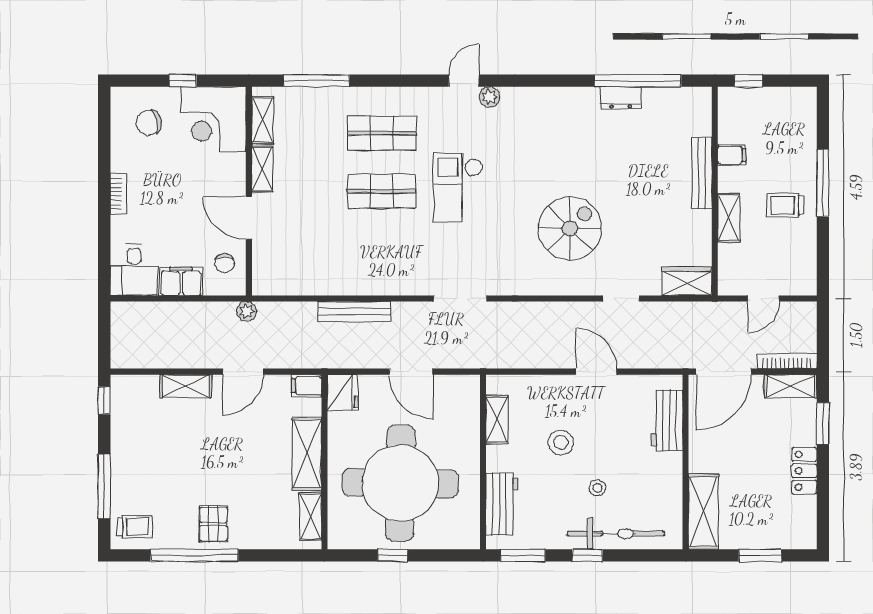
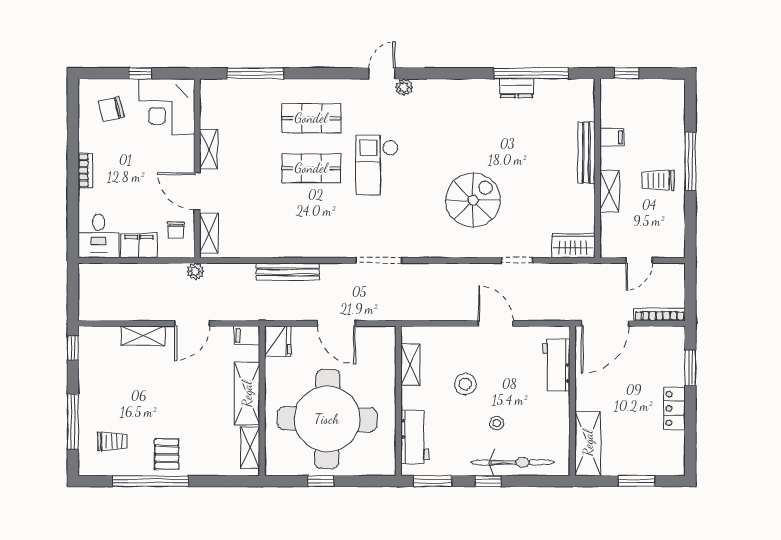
shelving: (263, 120) -> (209, 233), moved
shelving: (791, 386) -> (663, 336), removed
trolley: (135, 527) -> (112, 441), moved

